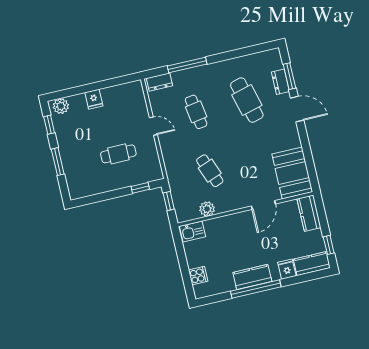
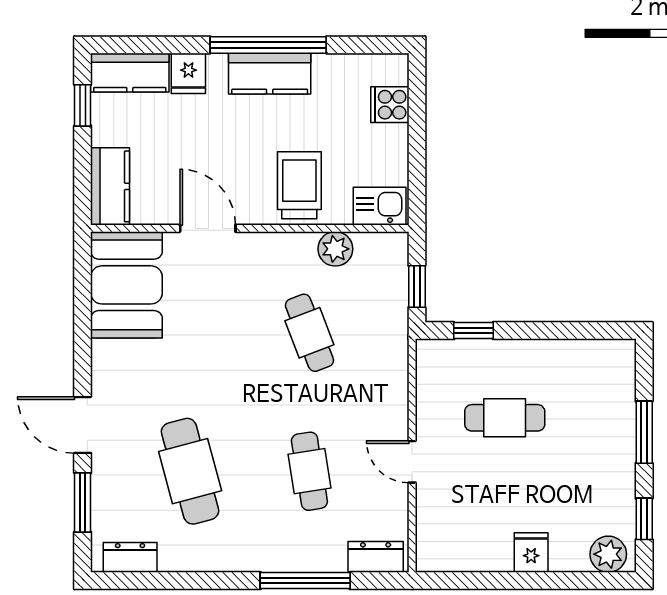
dresser: (280, 82) -> (130, 557), moved, turned -90
door: (263, 205) -> (208, 228), hinge flipped
trolley: (229, 232) -> (299, 185), added

